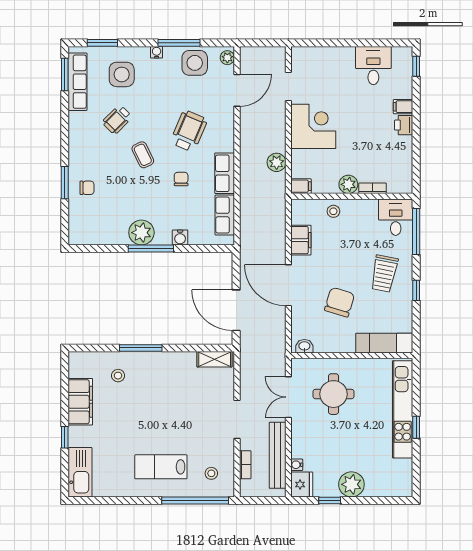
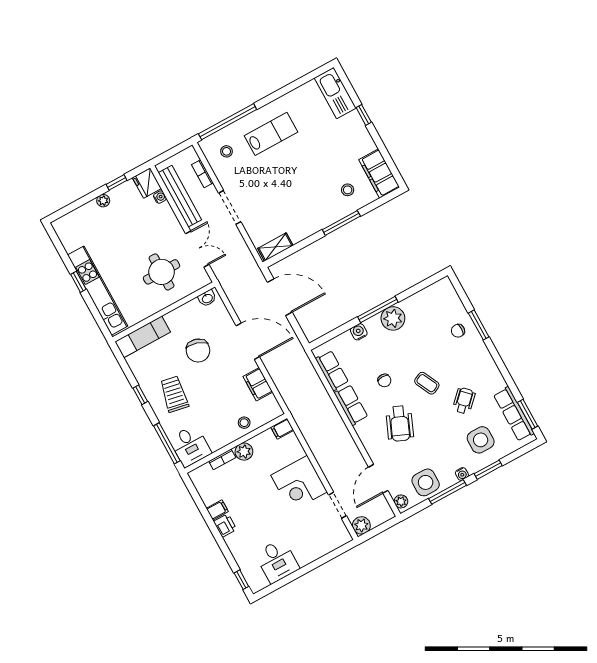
window: (102, 43) -> (488, 470), moved
filing cabinet: (403, 107) -> (217, 510), moved
plant: (277, 162) -> (361, 525), moved
filing cabinet: (80, 402) -> (379, 173), moved
plant: (351, 484) -> (103, 201), width x0.53, depth x0.53

